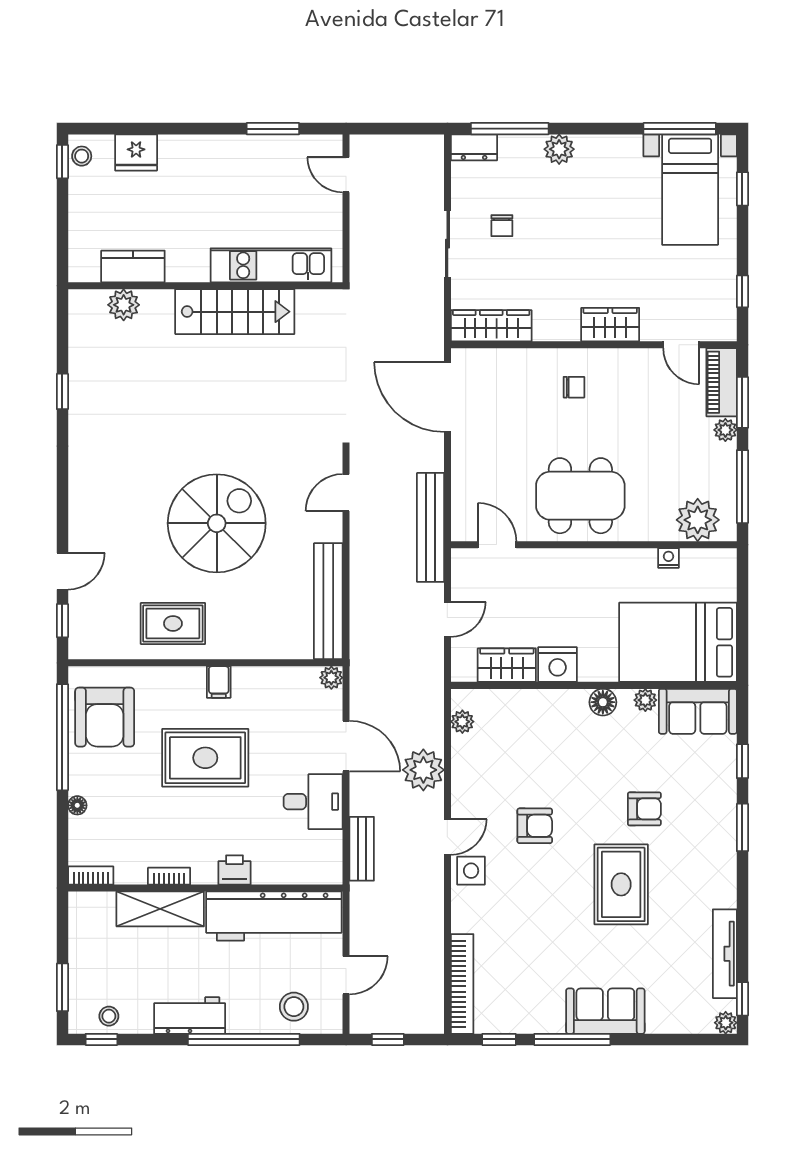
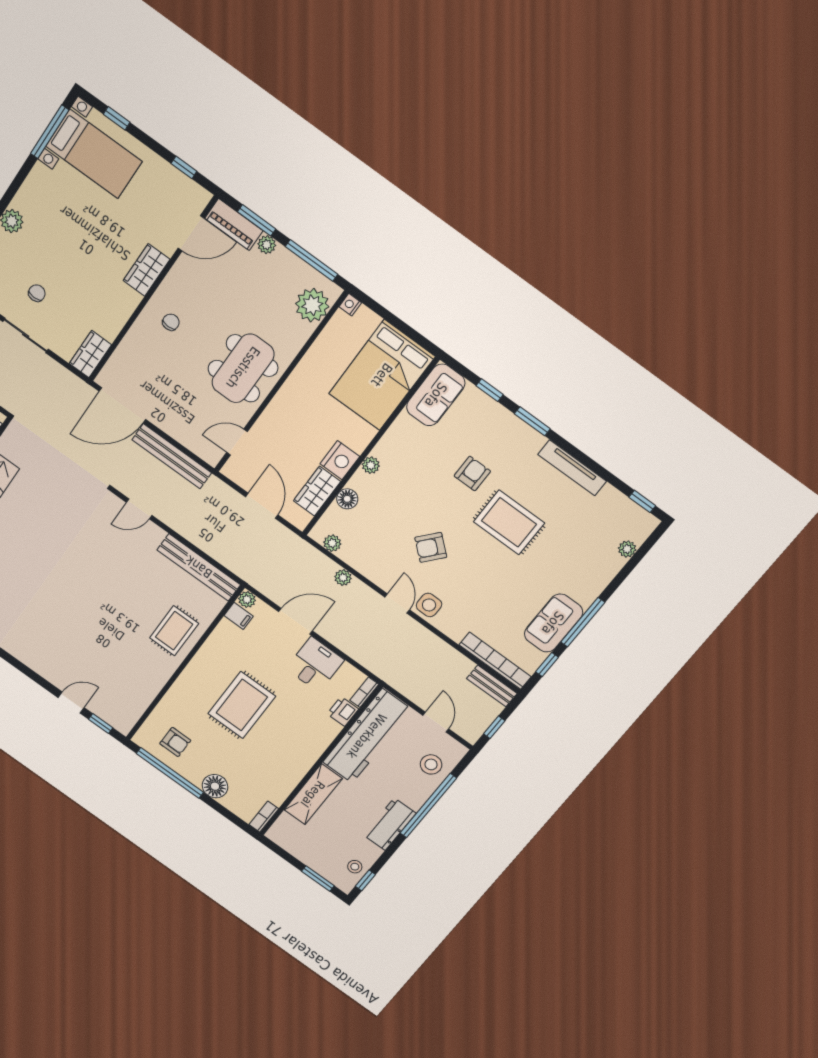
chair: (502, 226) -> (37, 293), turned -90
wardrobe: (491, 326) -> (90, 354), width x0.67
door: (681, 345) -> (191, 233), width x1.38
door: (346, 493) -> (139, 509), hinge flipped
spiral stairs: (217, 523) -> (104, 597), removed
bench: (431, 527) -> (172, 456), moved
nightstand: (668, 558) -> (350, 305), moved
door: (62, 571) -> (71, 703), hinge flipped
door: (447, 619) -> (262, 506), width x1.37
rug: (173, 623) -> (174, 631), moved
filing cabinet: (219, 682) -> (239, 616), moved
plant: (645, 700) -> (371, 465), moved
floor lamp: (603, 702) -> (347, 499), moved
armchair: (105, 717) -> (175, 742), width x0.53, depth x0.53
plant: (423, 770) -> (343, 578), width x0.53, depth x0.53
floor lamp: (77, 805) -> (215, 786), width x1.89, depth x1.89
armchair: (535, 826) -> (431, 547), turned -139
bench: (362, 849) -> (492, 686), moved
printer: (235, 870) -> (343, 711), moved
bookcase: (169, 876) -> (364, 692), moved
tv unit: (725, 954) -> (572, 468), moved
sofa: (605, 1011) -> (553, 623), moved
plant: (726, 1023) -> (627, 549), moved

